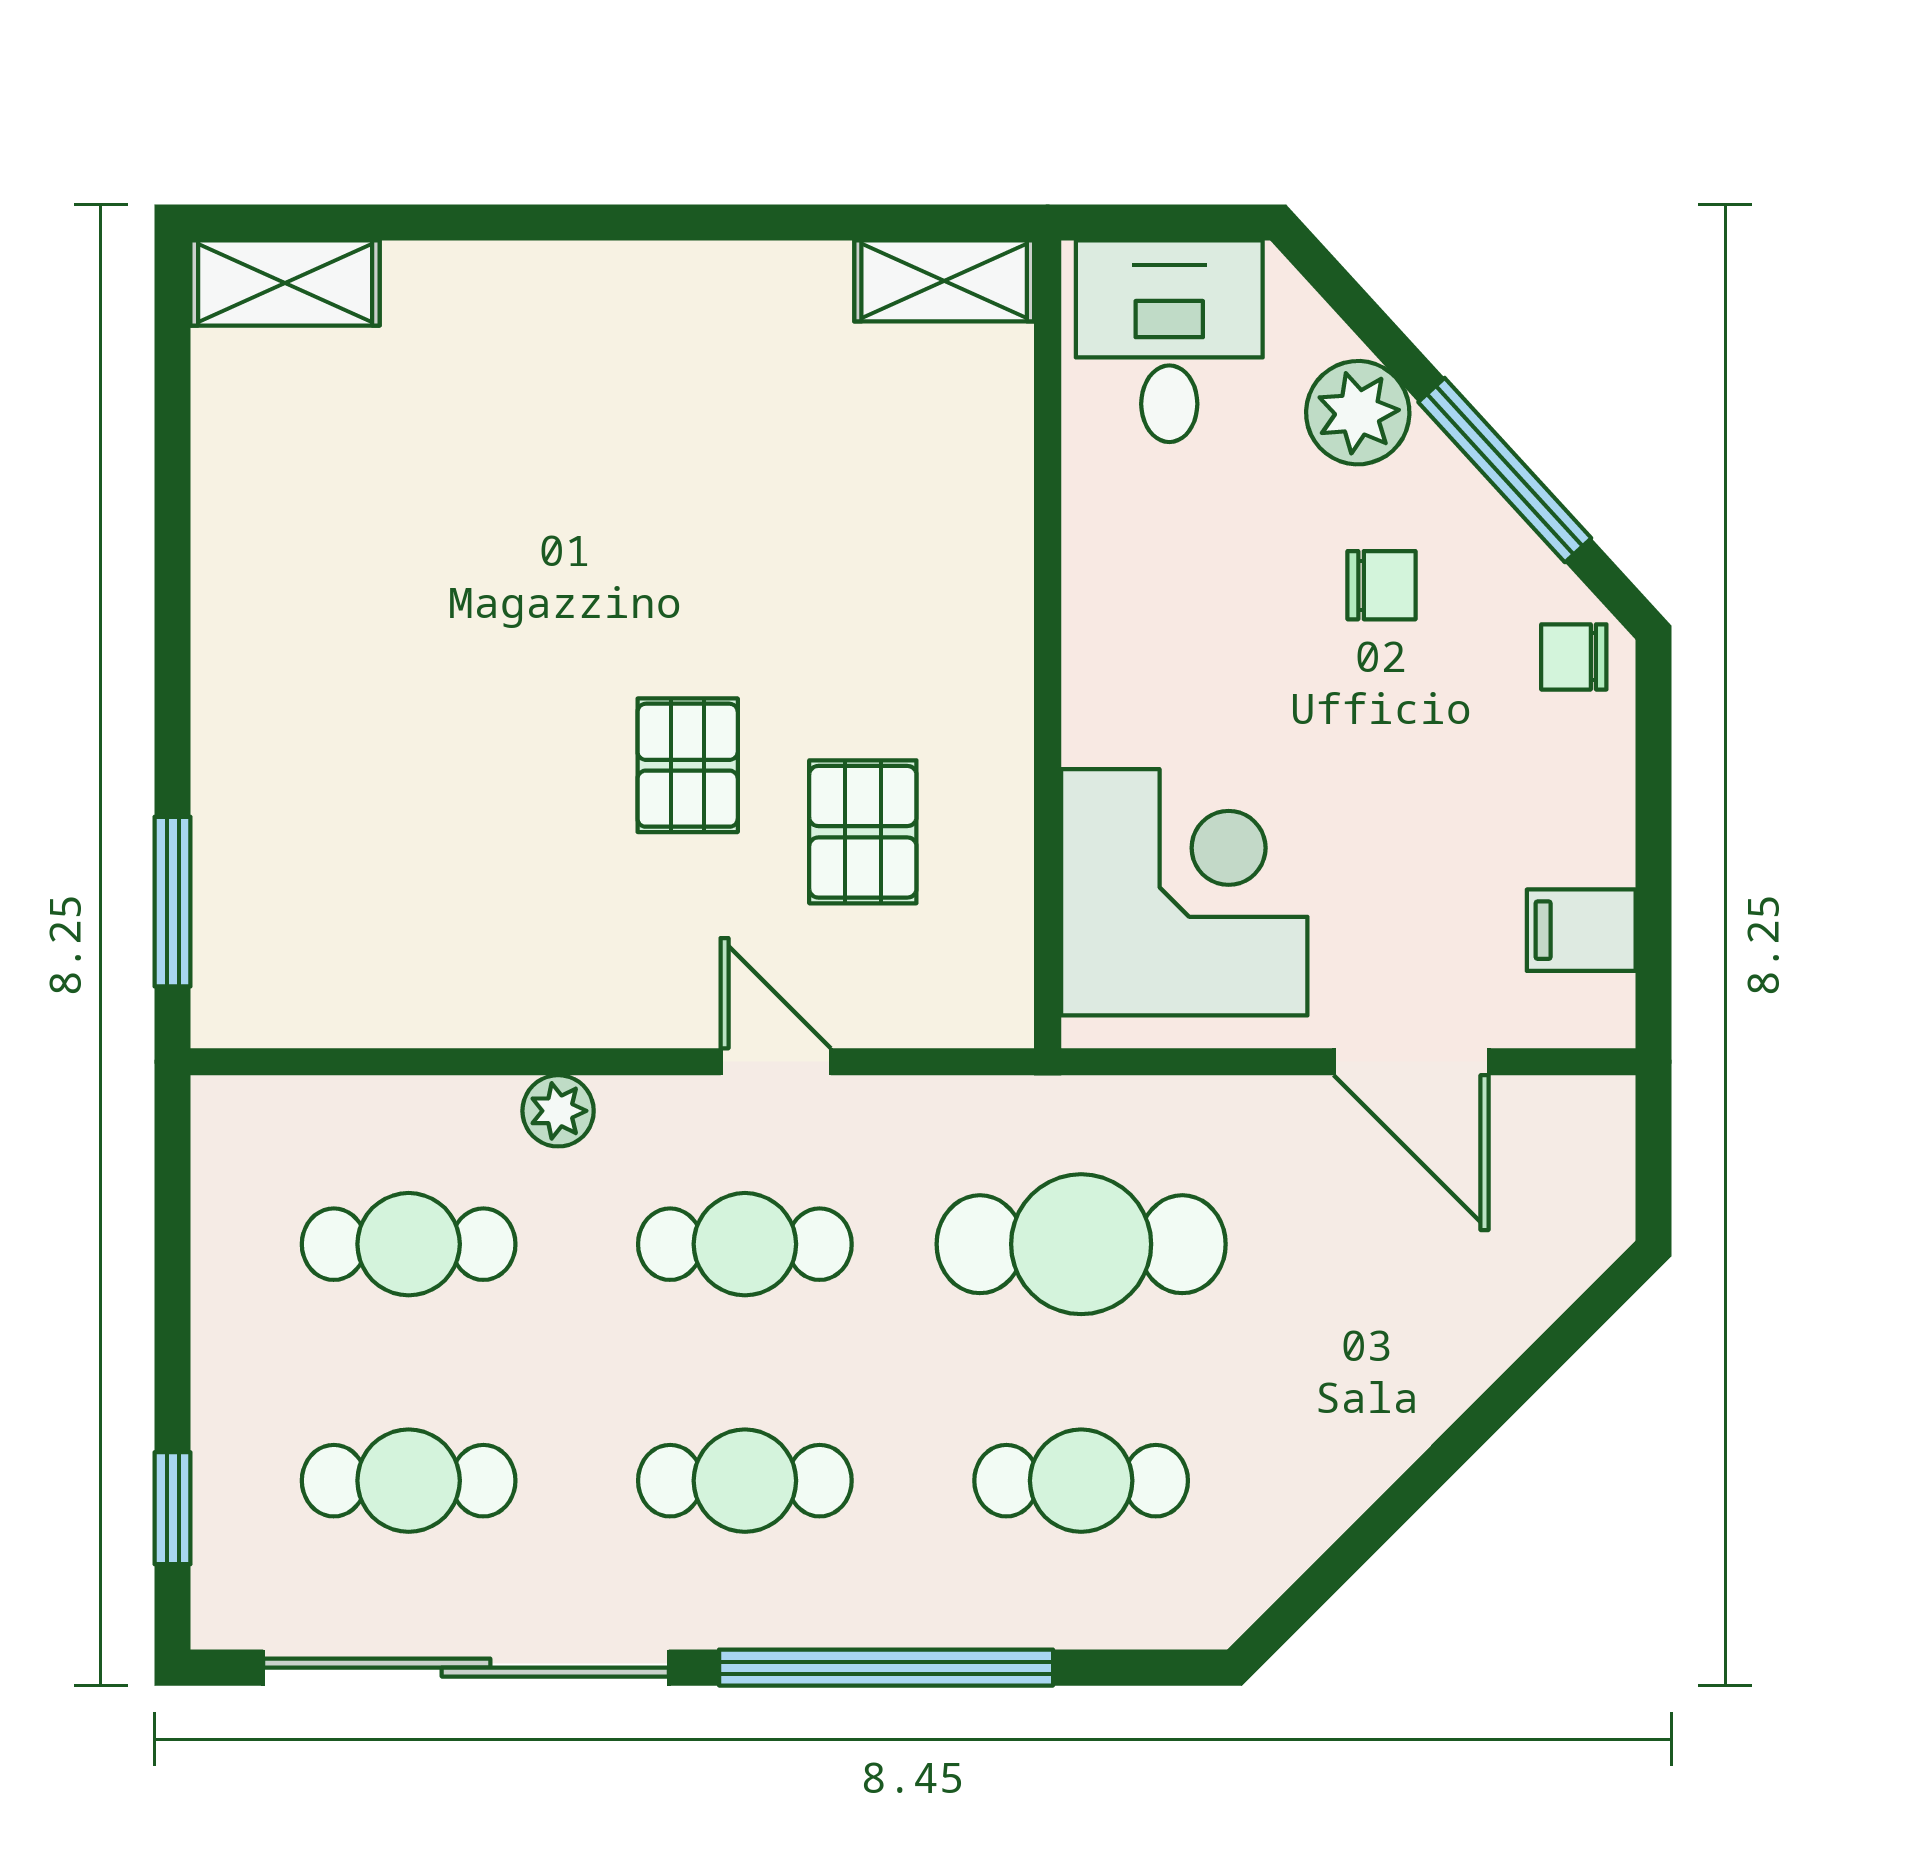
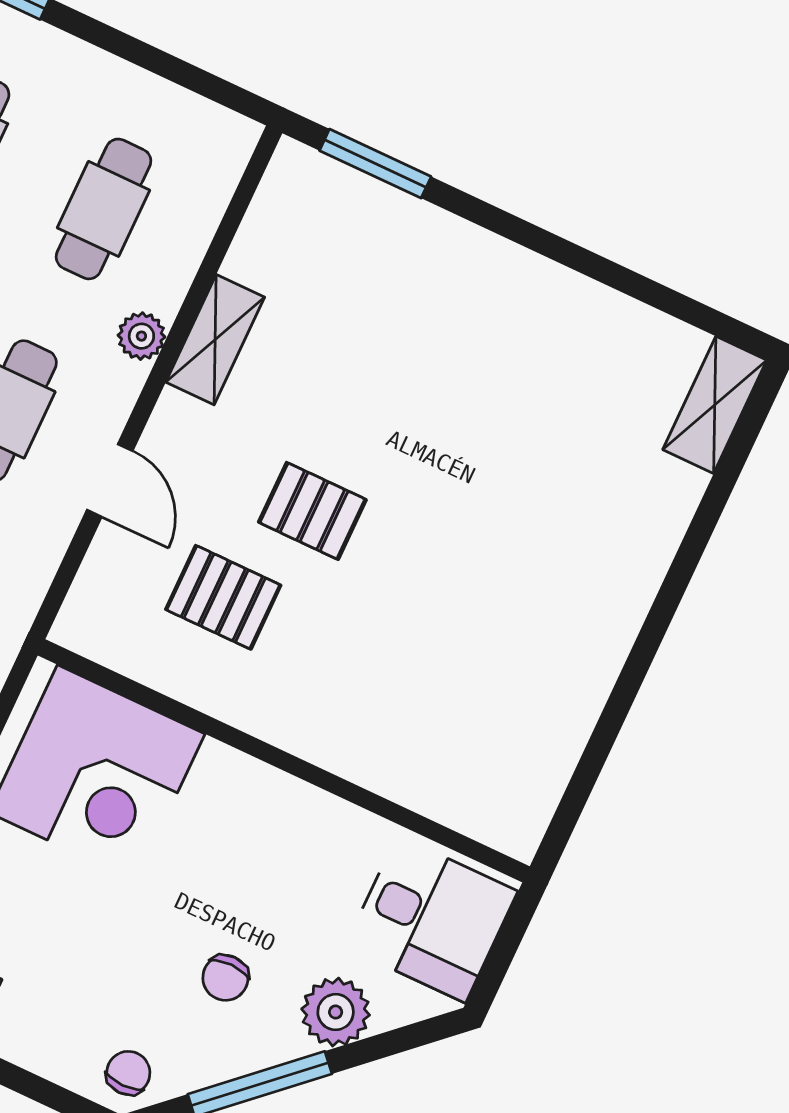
shelving: (944, 281) -> (215, 340), moved
door: (776, 1062) -> (110, 480), hinge flipped

